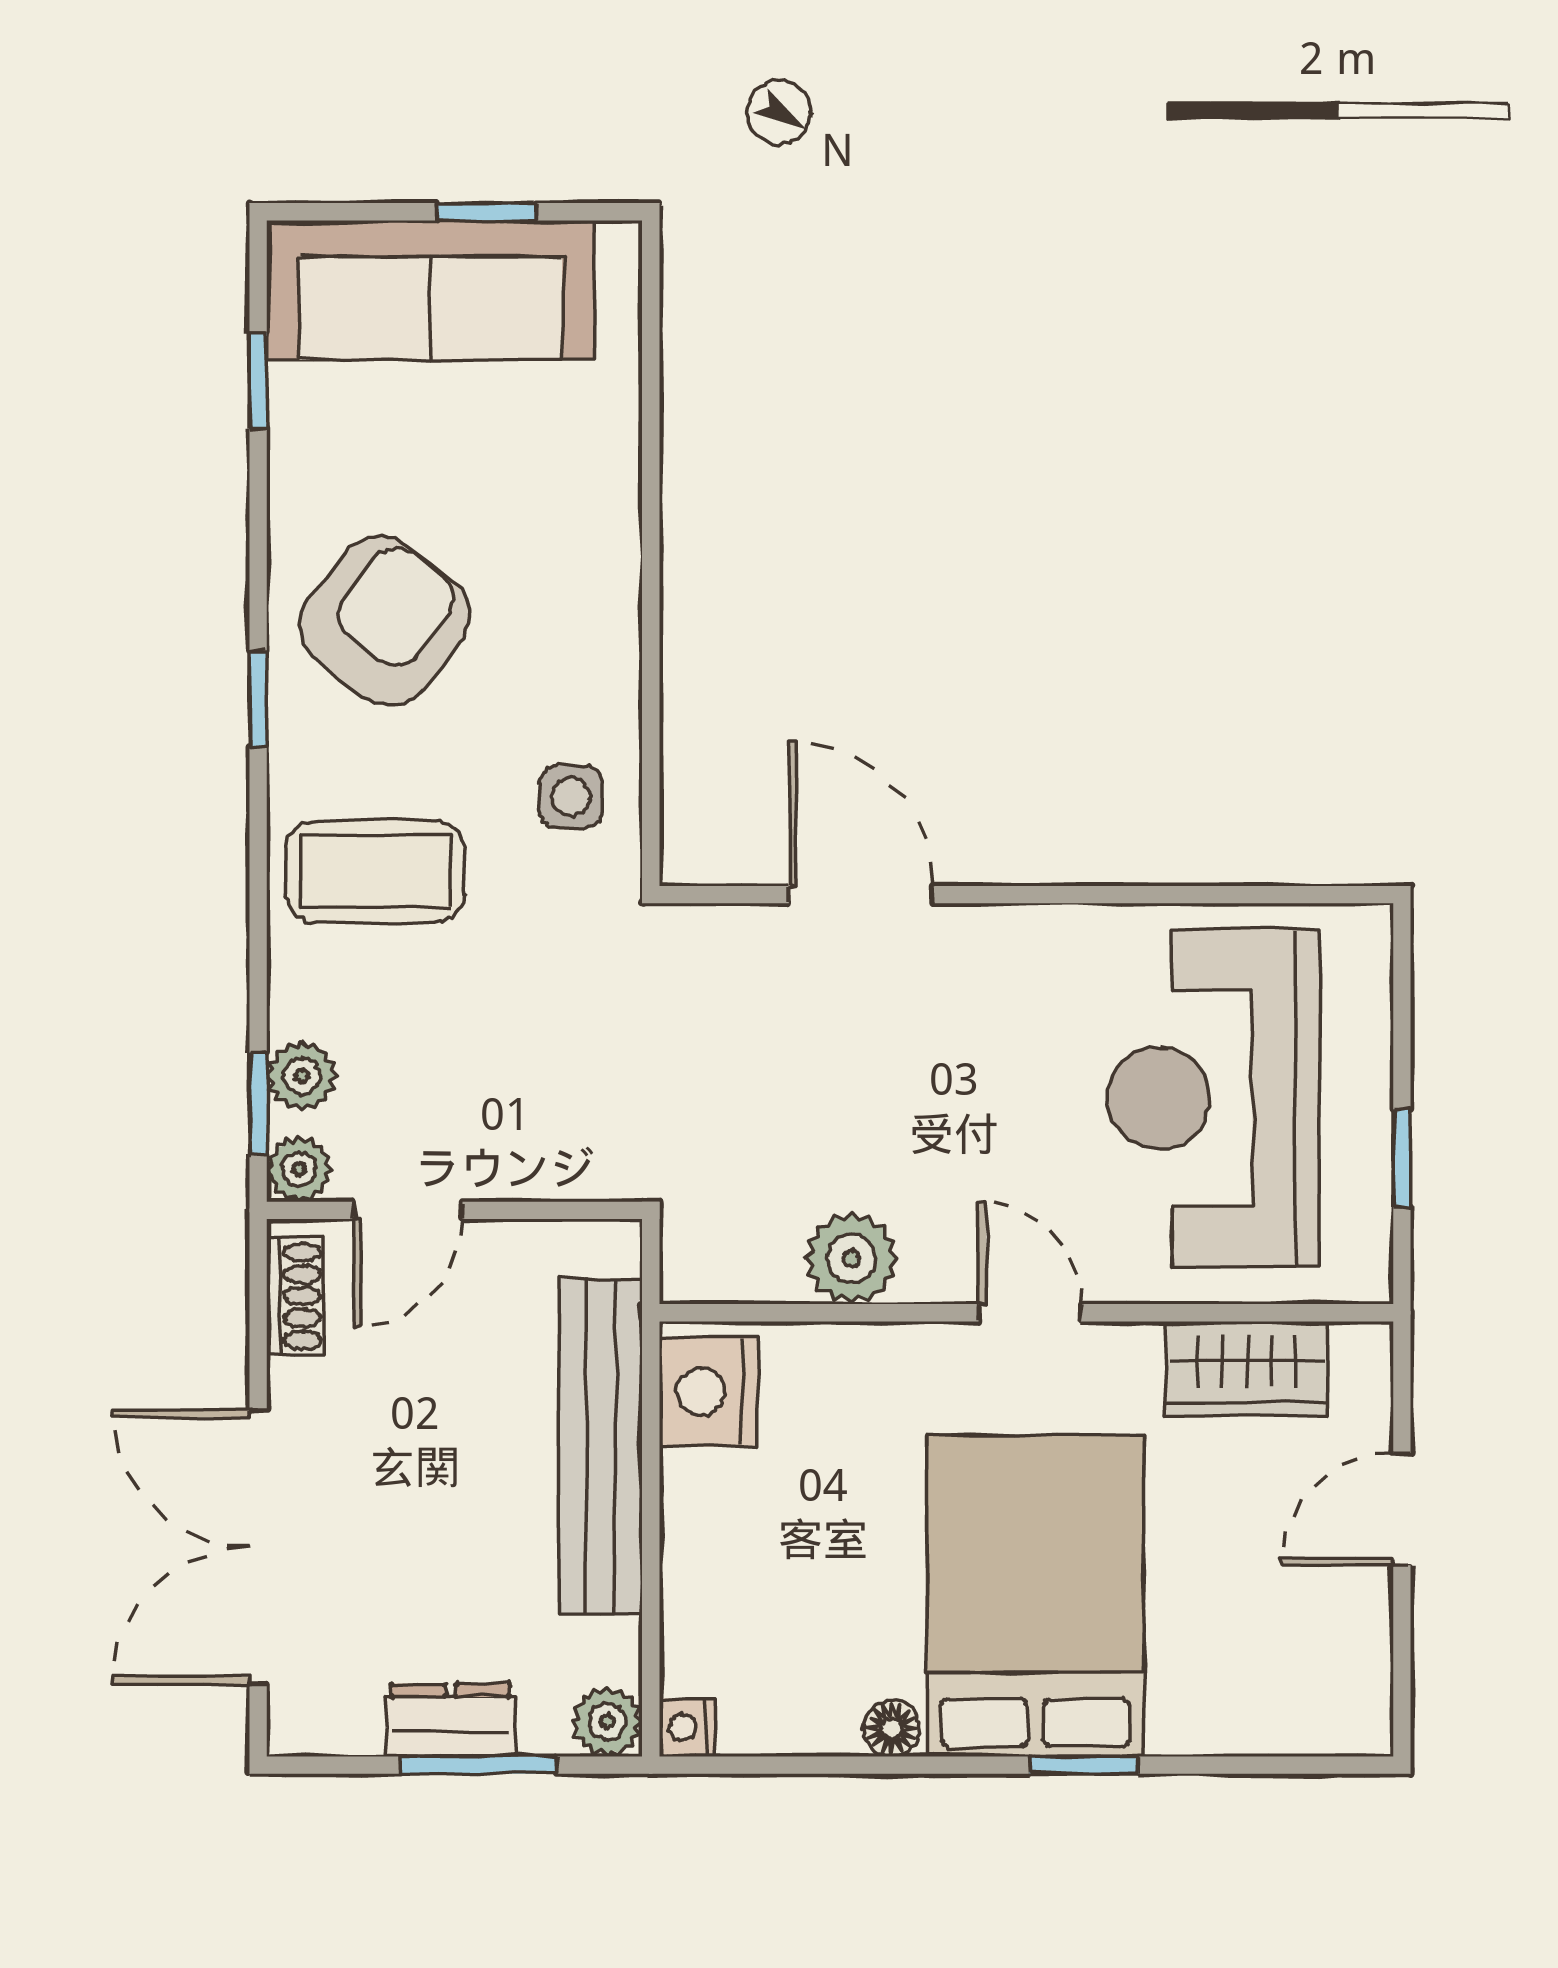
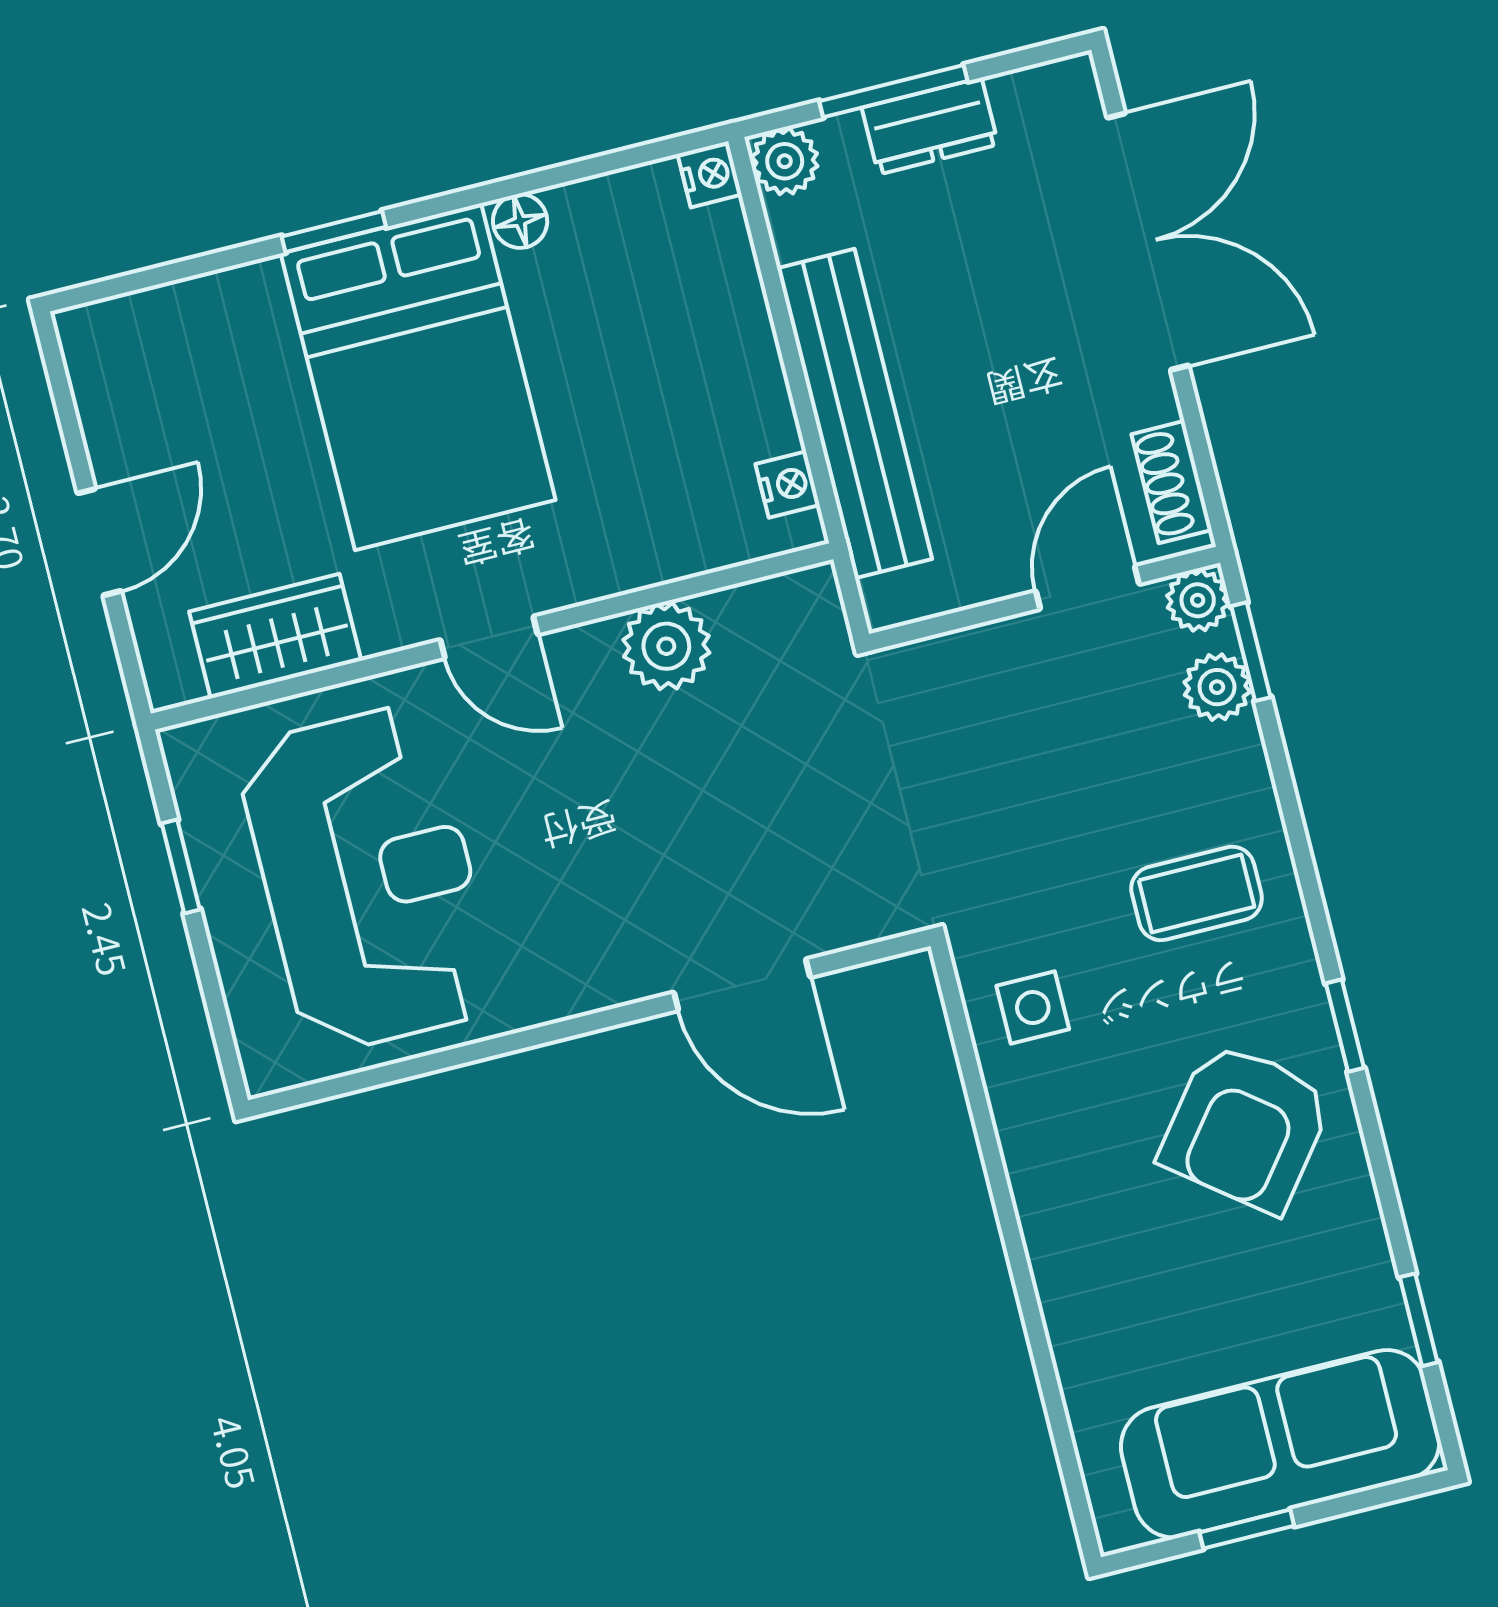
coffee table: (375, 871) -> (1197, 893), width x0.73, depth x0.77
nightstand: (709, 1392) -> (788, 484), width x0.53, depth x0.56

